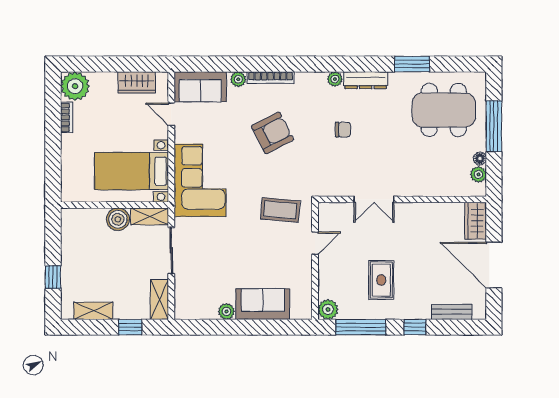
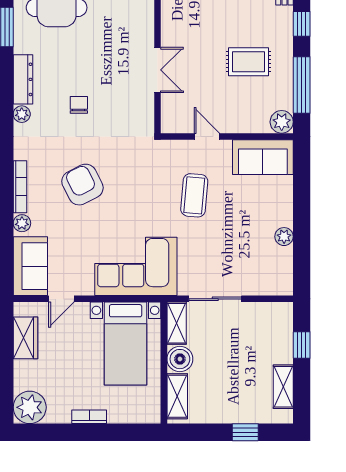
bookcase: (67, 117) -> (89, 417), moved
coffee table: (280, 210) -> (194, 195), moved
shelving: (159, 299) -> (177, 396), moved, turned 90
sofa: (263, 304) -> (263, 157), moved, turned -90

